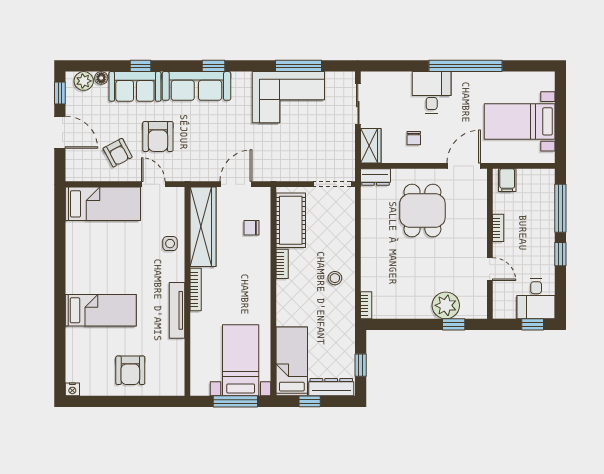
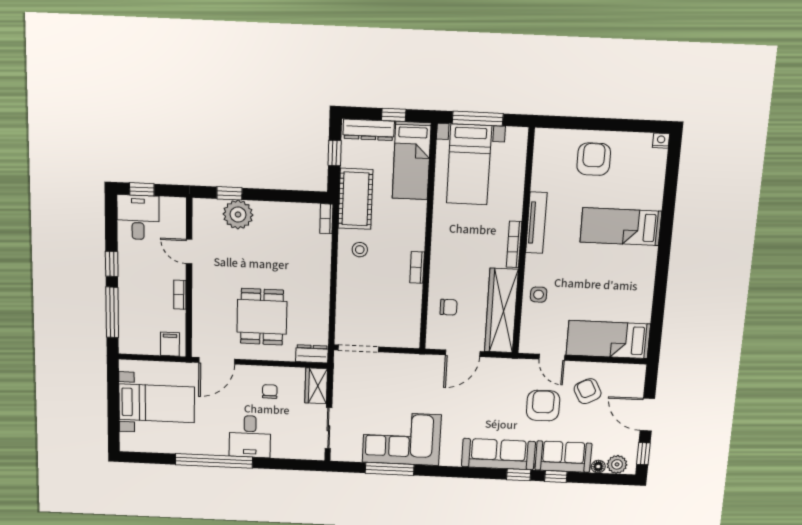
window: (213, 66) -> (519, 475), moved
cot: (291, 220) -> (355, 199), moved

